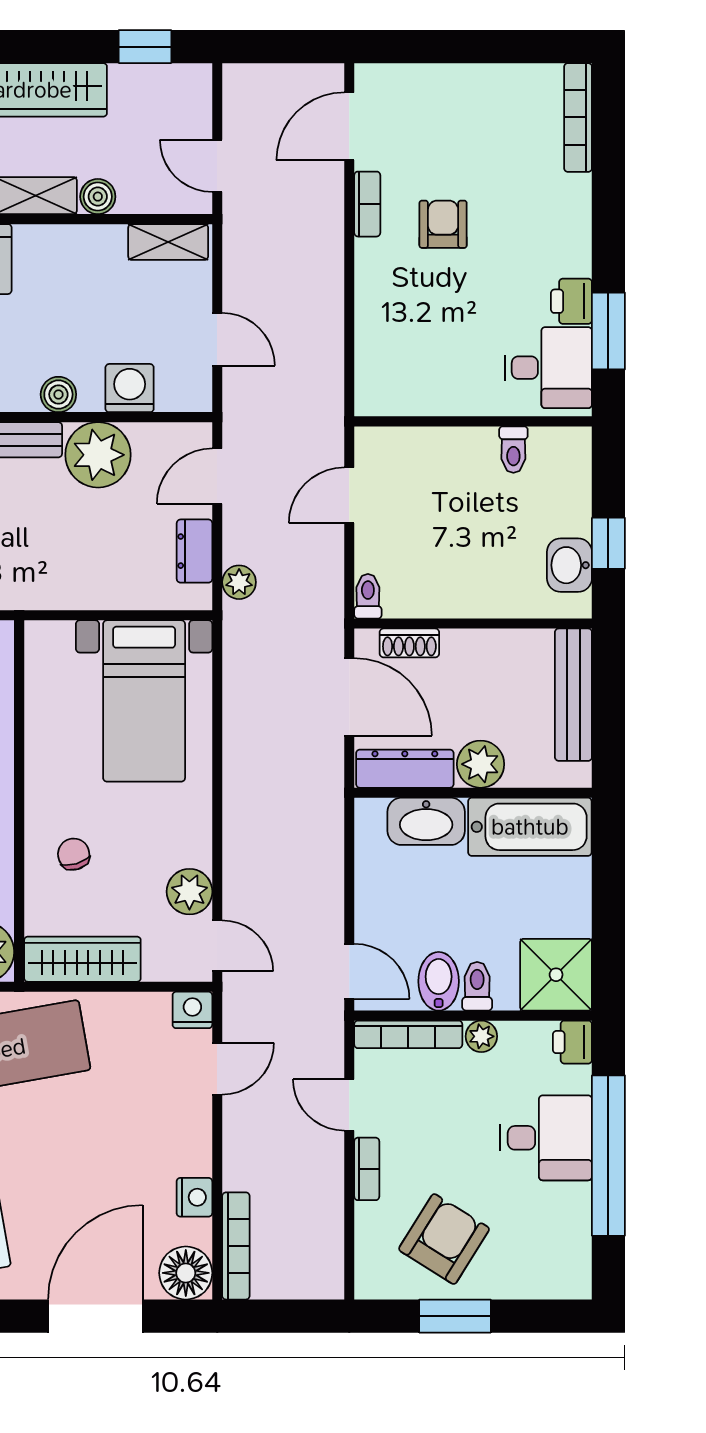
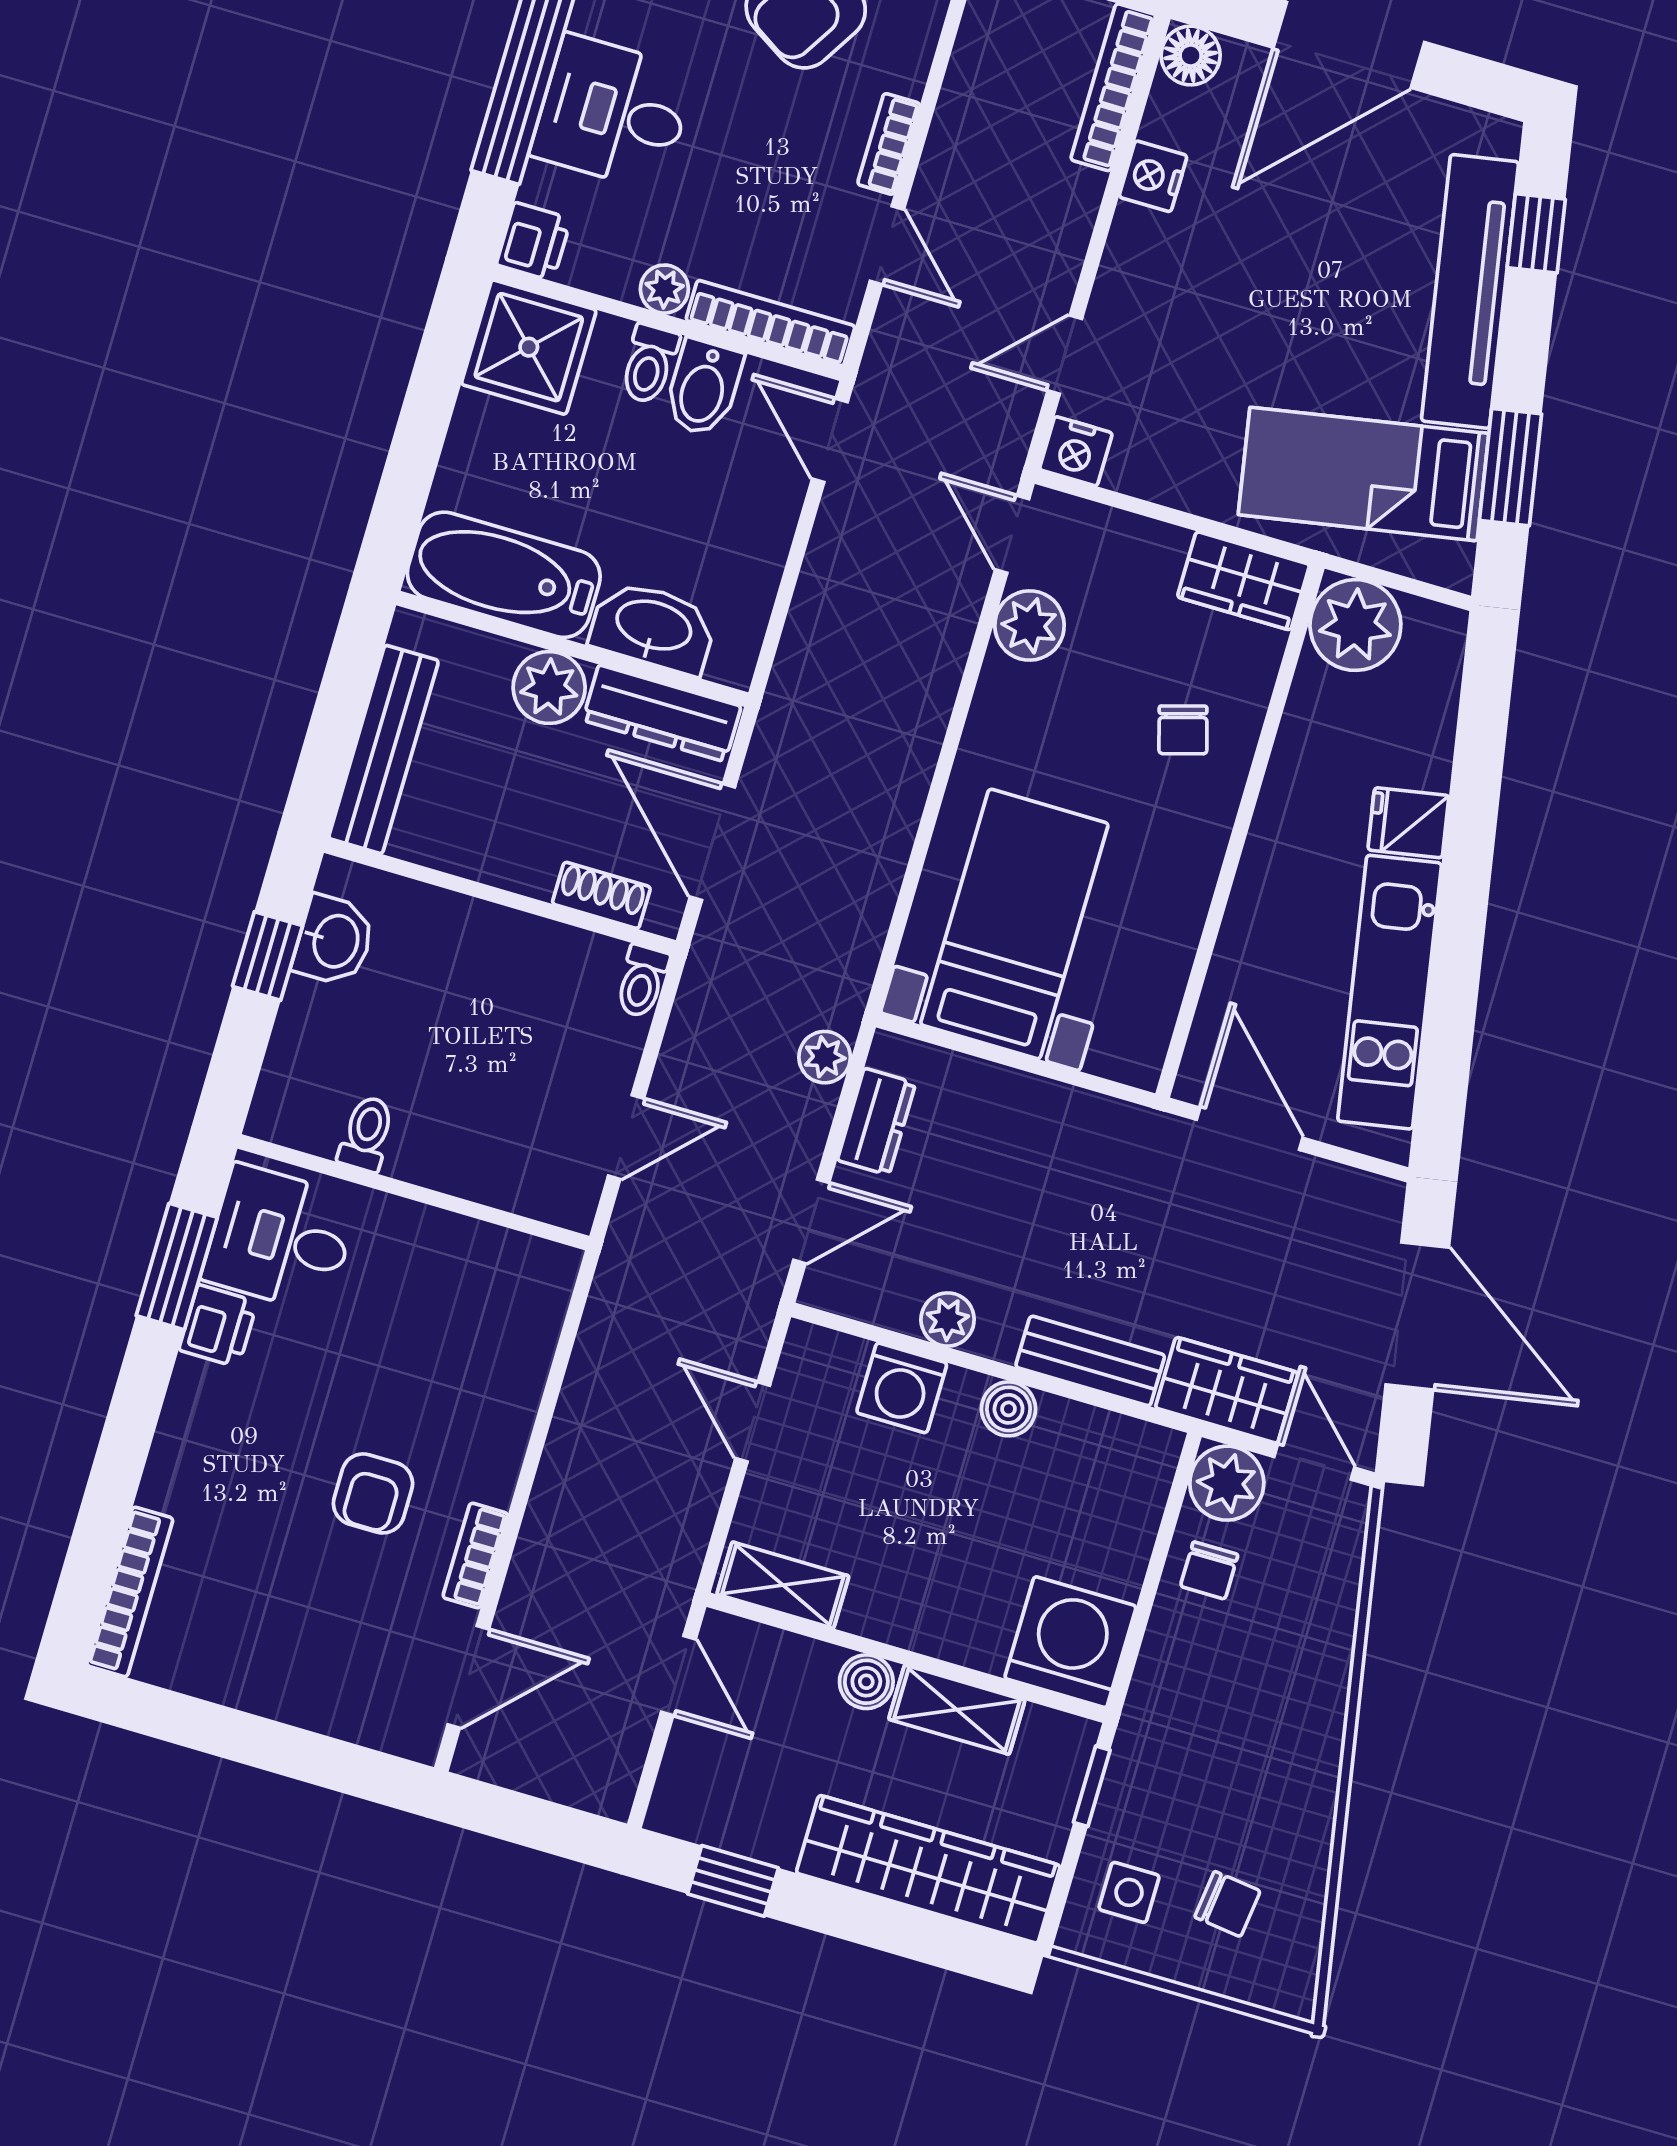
plant: (98, 455) -> (948, 1319), width x0.53, depth x0.53
wardrobe: (82, 959) -> (1244, 581), width x0.67
floor lamp: (186, 1273) -> (1191, 55), width x0.73, depth x0.73

